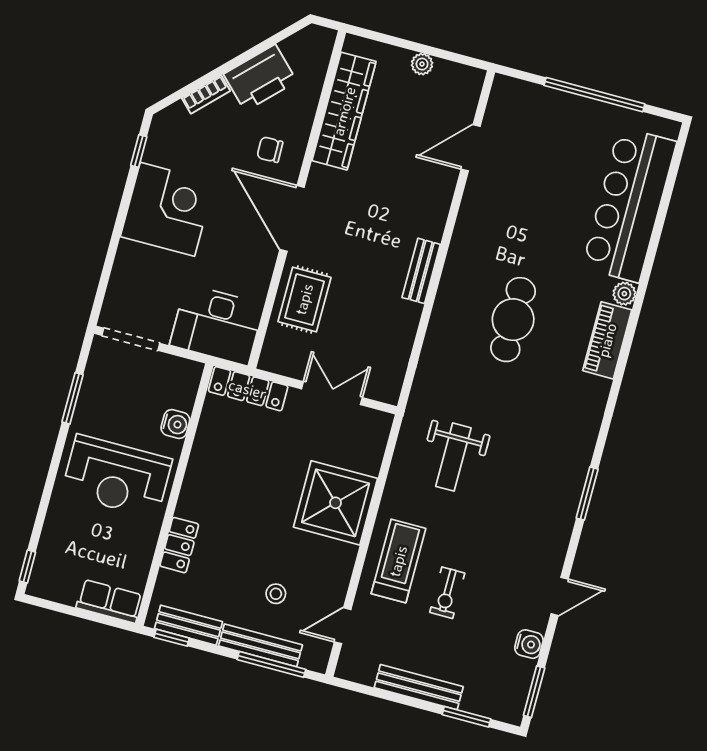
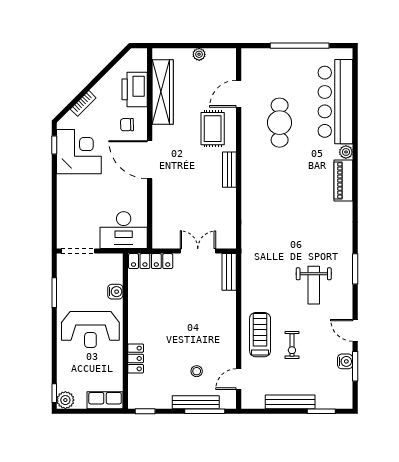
printer: (260, 78) -> (135, 89), moved, turned 135
corner desk: (167, 209) -> (79, 152), moved
rug: (304, 299) -> (213, 129), moved
cafe table: (513, 320) -> (280, 123), moved
weight bench: (453, 457) -> (314, 285), moved
shower: (336, 503) -> (216, 312), removed
plant: (43, 583) -> (65, 400), added
door: (560, 596) -> (355, 330), swing flipped
bench: (188, 625) -> (229, 272), moved, turned 90
window: (534, 692) -> (355, 366), moved

